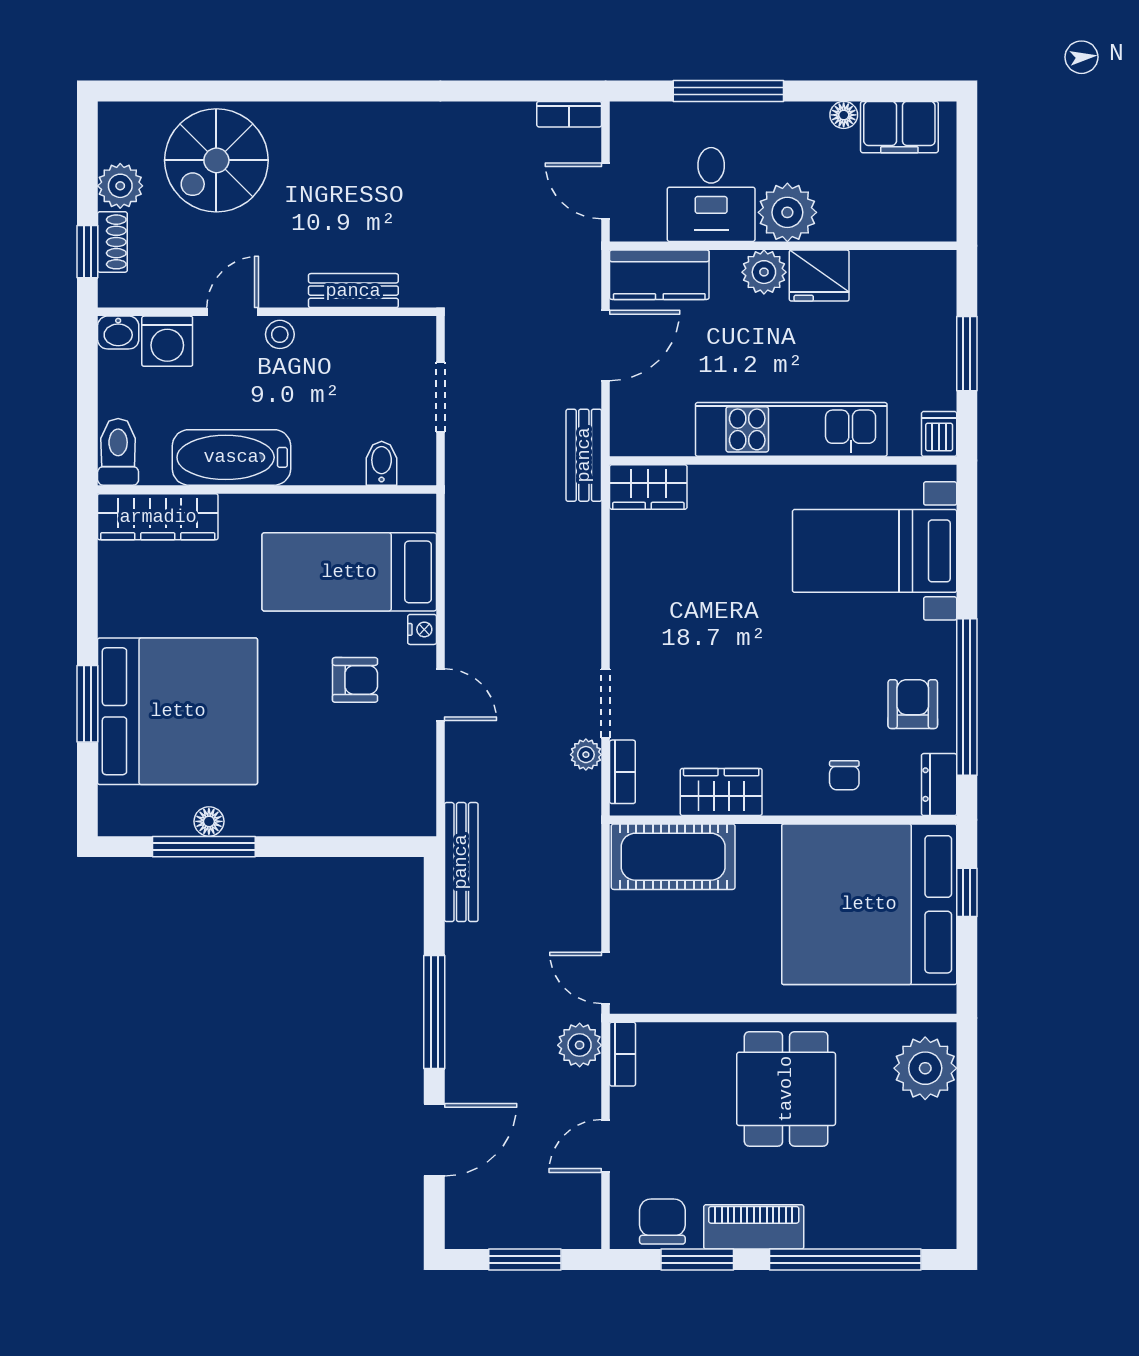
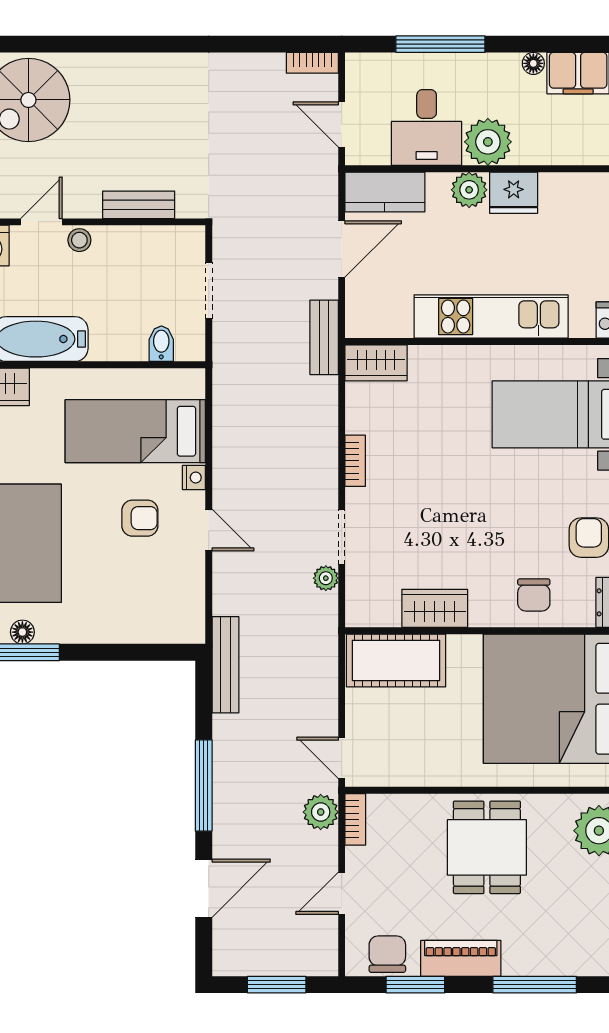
bookcase: (622, 772) -> (355, 461), moved
chair: (844, 775) -> (534, 595), width x1.37, depth x1.37
window: (845, 1260) -> (535, 985), width x0.68

